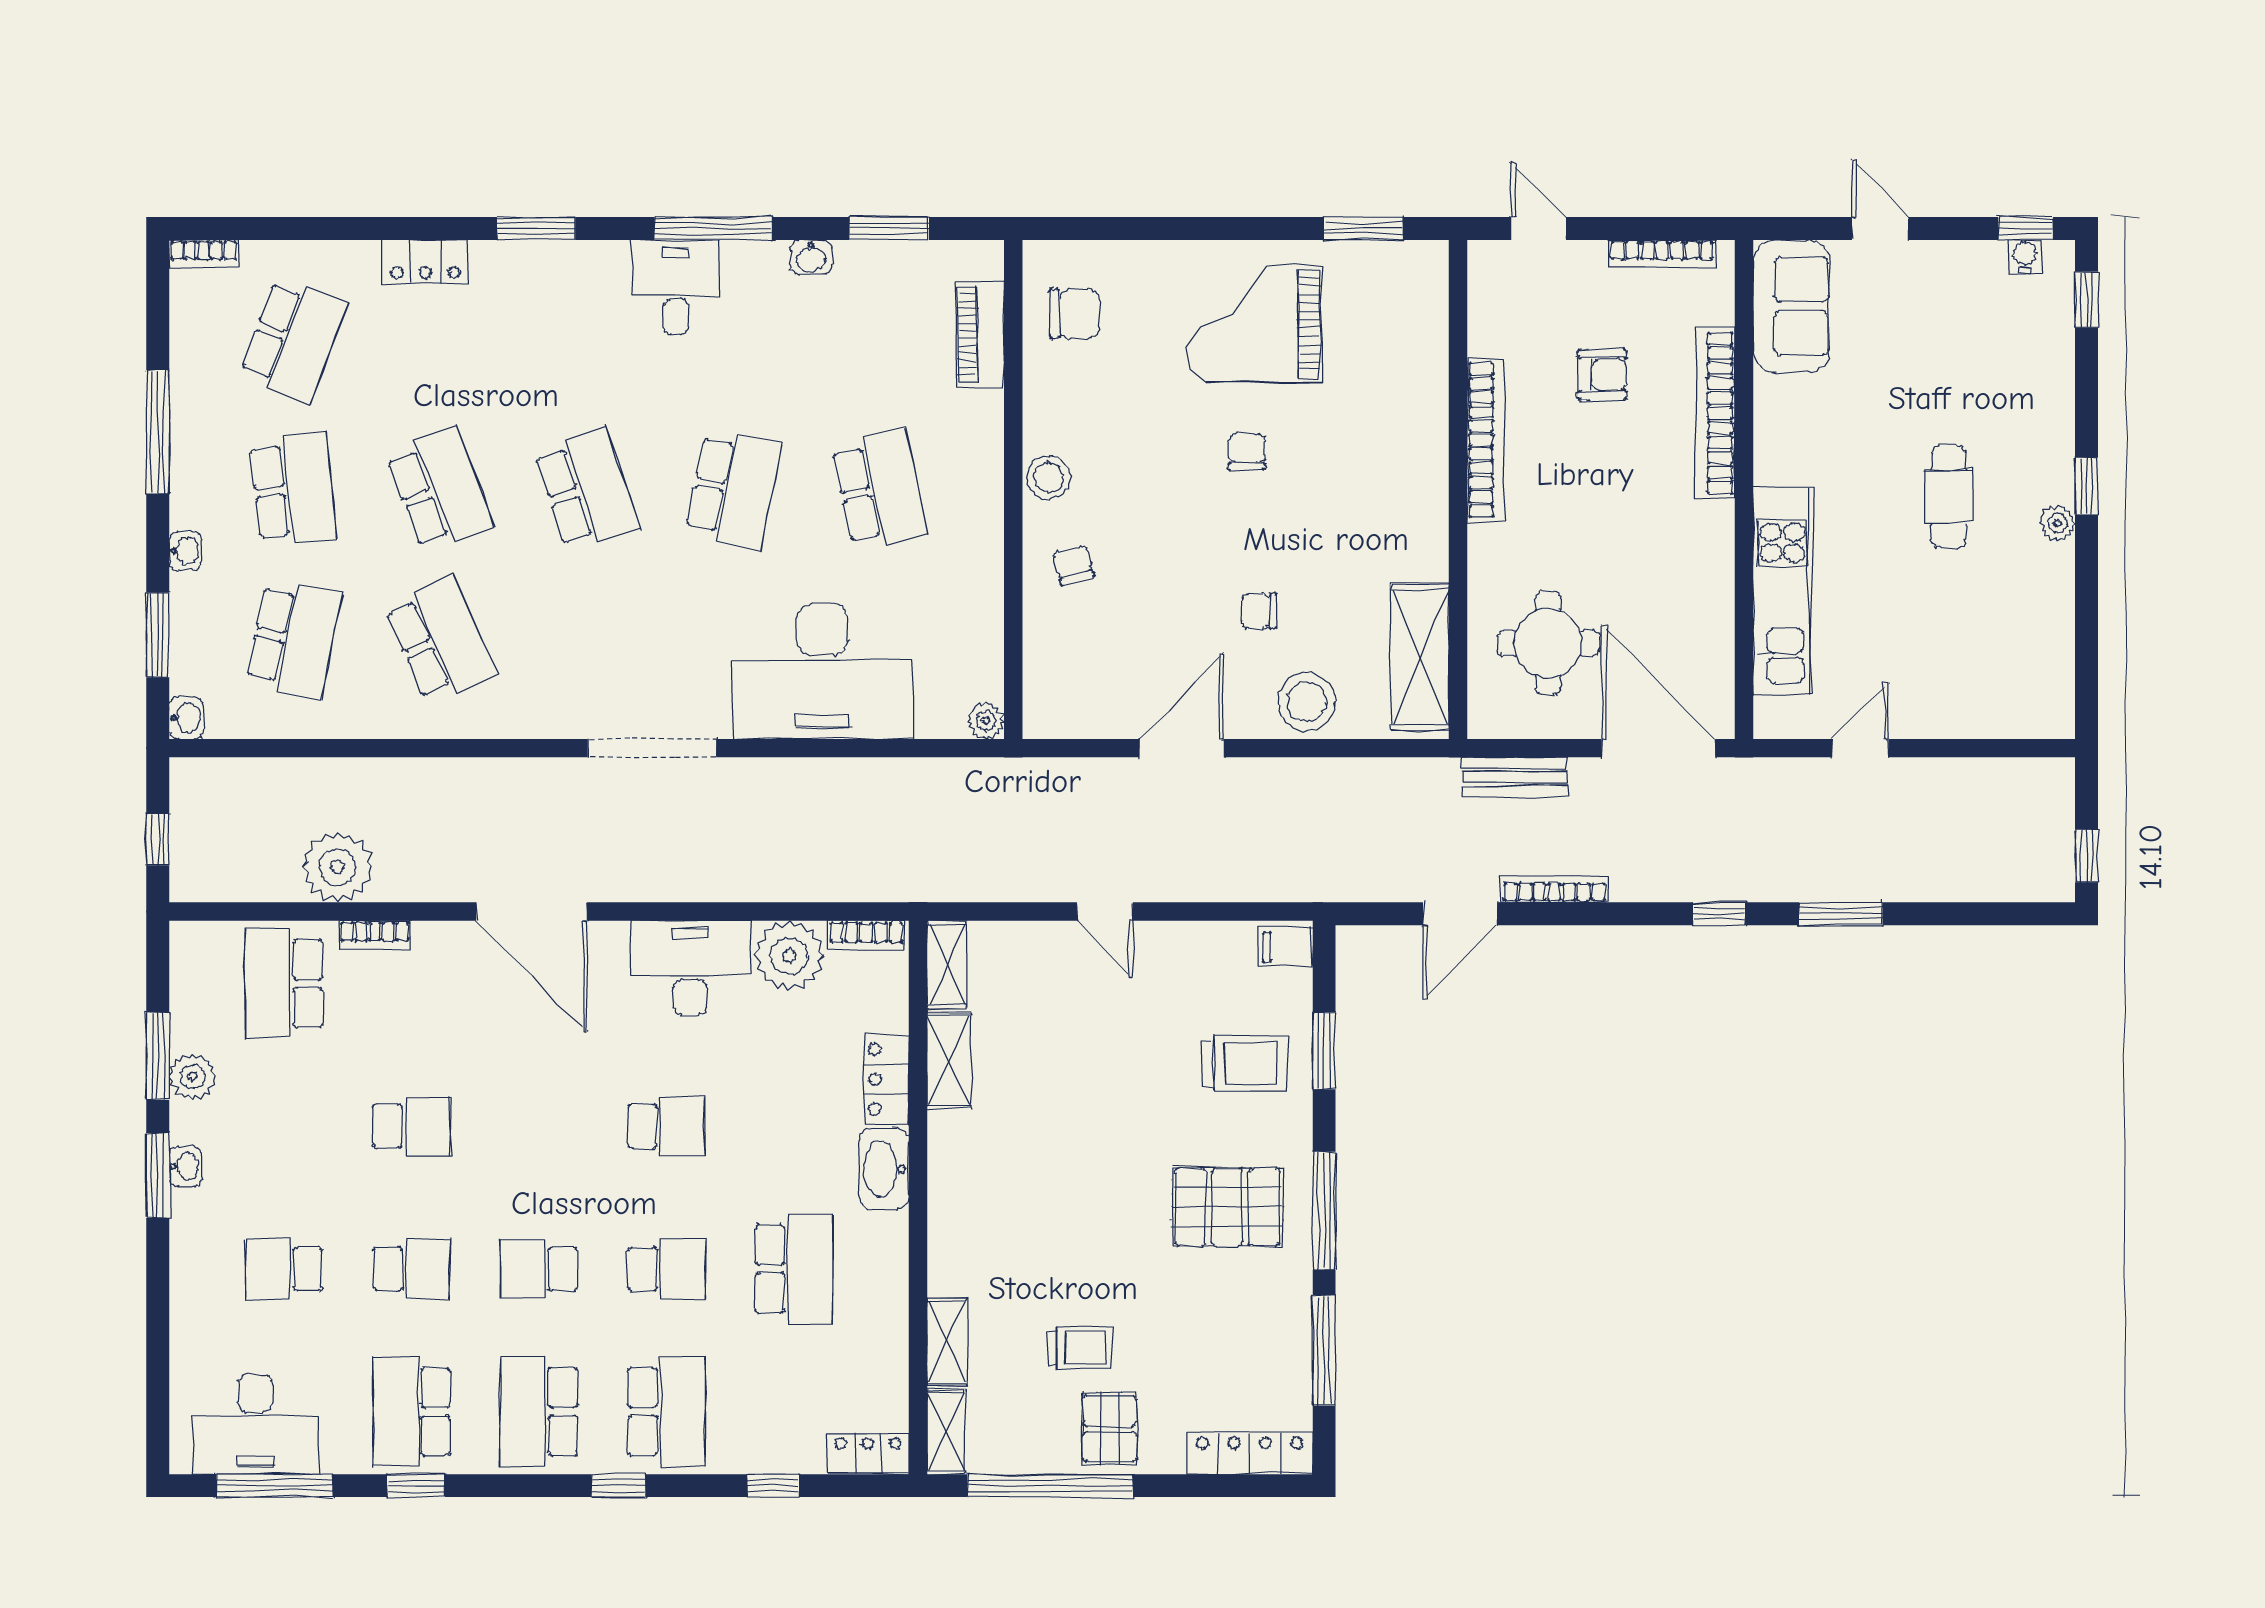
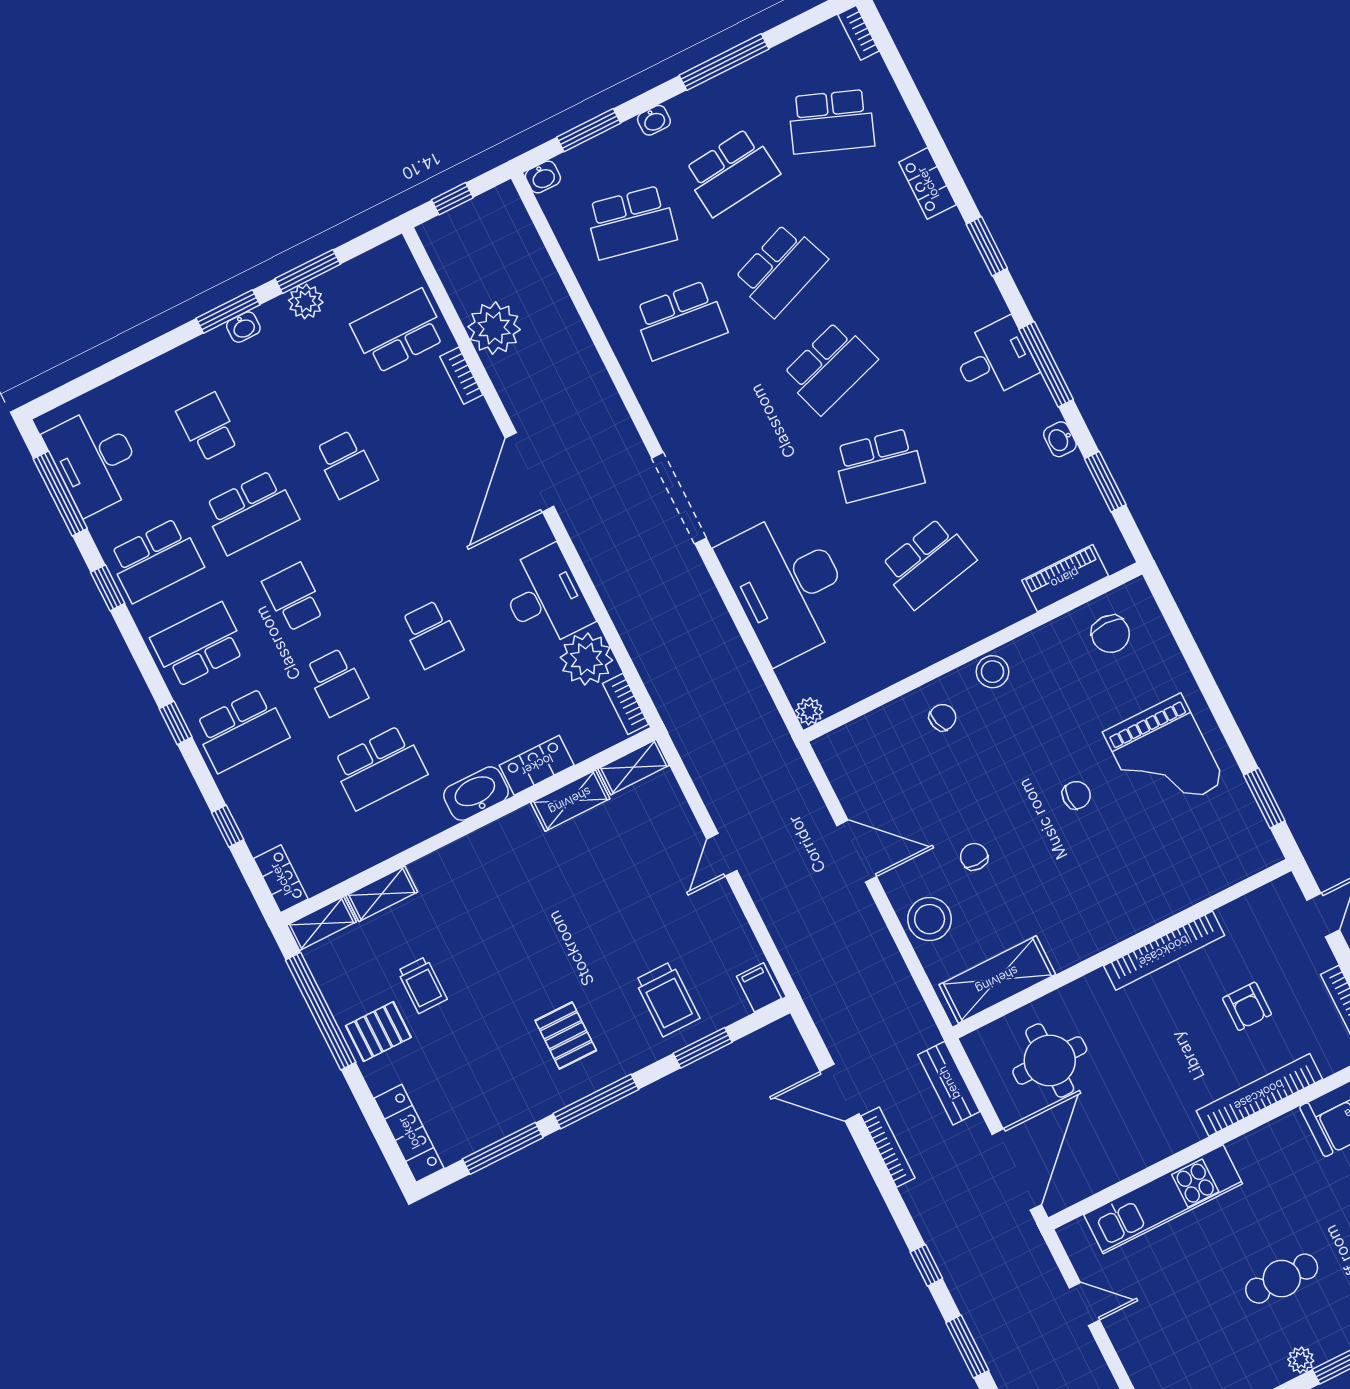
grand piano: (1254, 324) -> (1164, 757), turned 180
school desk: (440, 640) -> (680, 320), turned 30
pallet: (1227, 1207) -> (566, 1036), width x0.67, depth x0.71
school desk: (411, 1269) -> (251, 512), width x1.85
school desk: (411, 1412) -> (156, 560), turned 180

